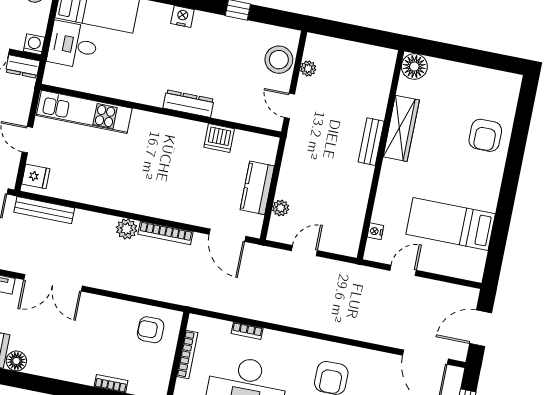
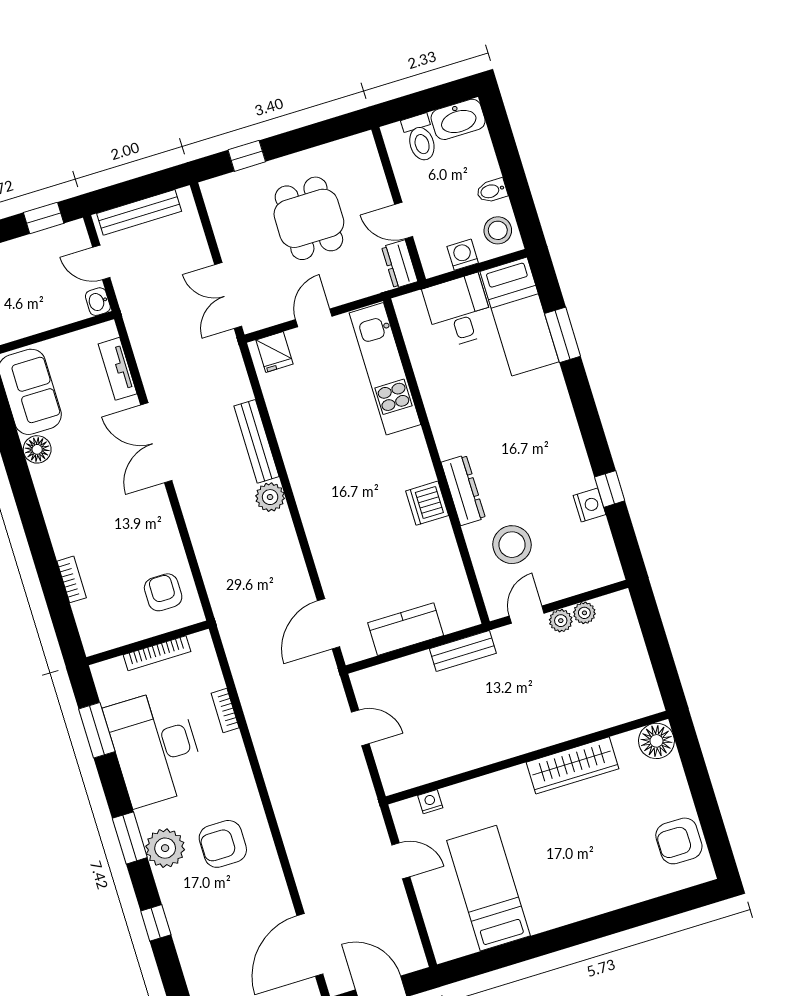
nightstand: (182, 17) -> (590, 505), moved
washing machine: (34, 44) -> (463, 255), moved, turned -90
stool: (279, 60) -> (512, 545), moved
armchair: (485, 135) -> (679, 841), moved
dishwasher: (219, 138) -> (427, 503), moved
bench: (371, 142) -> (463, 651), moved
plant: (281, 208) -> (561, 621), moved
bench: (44, 210) -> (256, 441), moved
bookcase: (166, 233) -> (291, 547), removed

